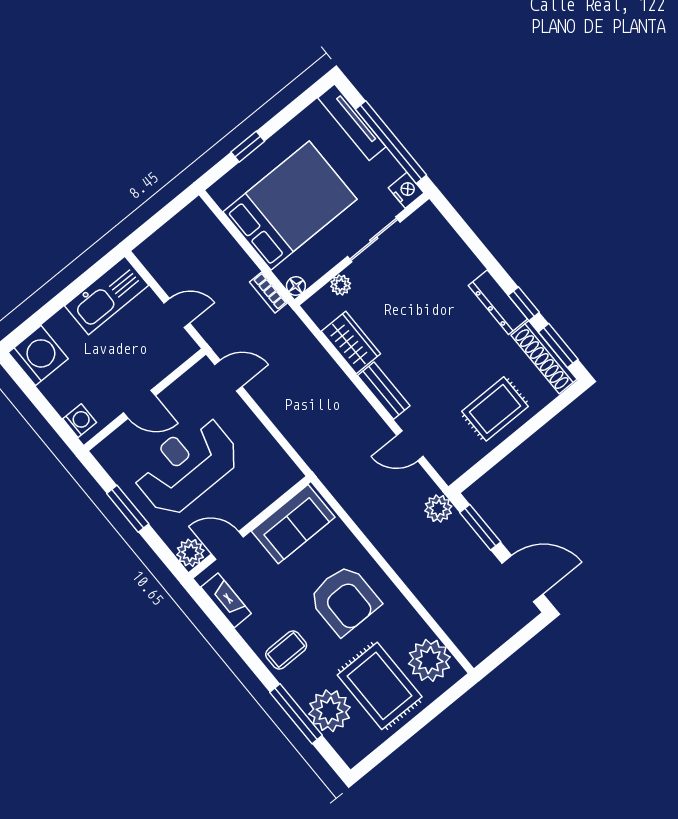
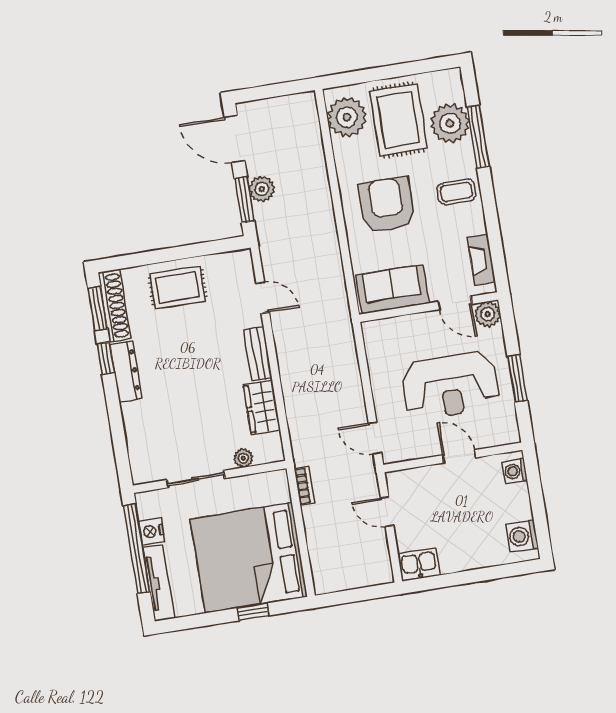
nightstand: (406, 190) -> (152, 532), moved
bed: (290, 205) -> (249, 558), width x1.36
floor lamp: (296, 286) -> (279, 478), removed
kitchen sink: (107, 296) -> (419, 565), width x0.53, depth x0.81
washing machine: (38, 356) -> (522, 536), width x0.73, depth x0.73
plant: (438, 508) -> (262, 189), moved

